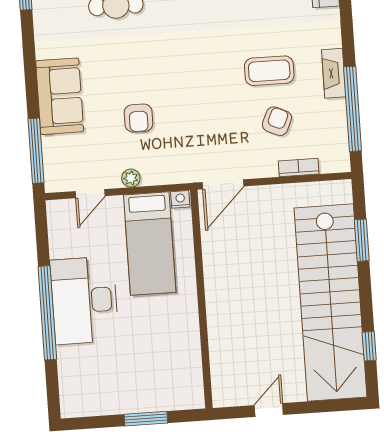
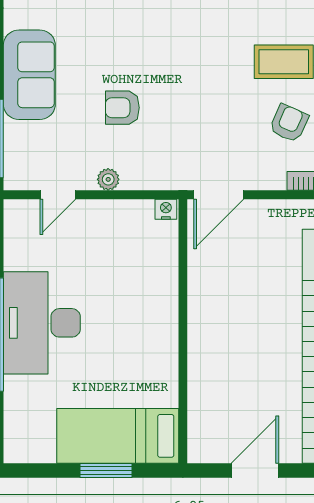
armchair: (138, 118) -> (122, 108), turned 90
bed: (150, 244) -> (118, 436), moved, turned 90
door: (269, 410) -> (255, 470), width x1.38

